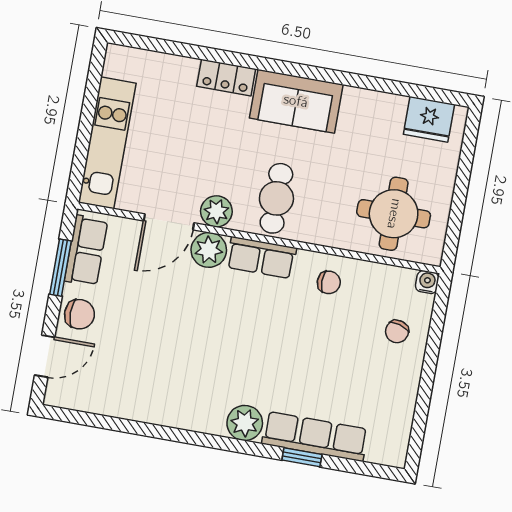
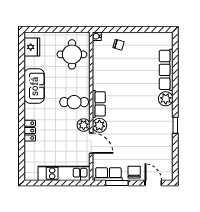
sofa: (296, 101) -> (34, 86), moved
chair: (329, 282) -> (104, 75), removed
window: (302, 457) -> (175, 125), moved

